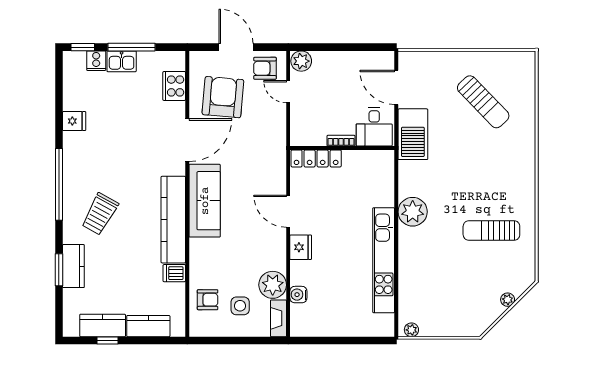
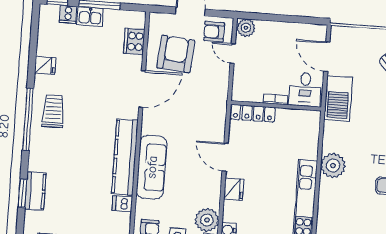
sofa: (205, 201) -> (152, 167), moved
trolley: (100, 214) -> (53, 111), moved, turned 151

